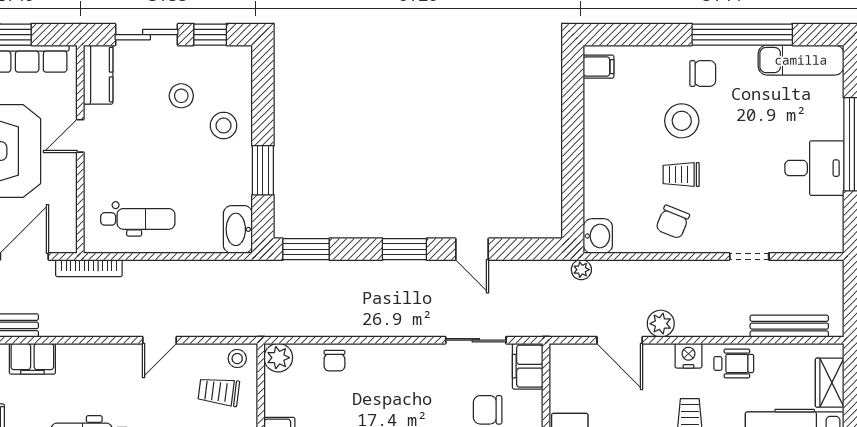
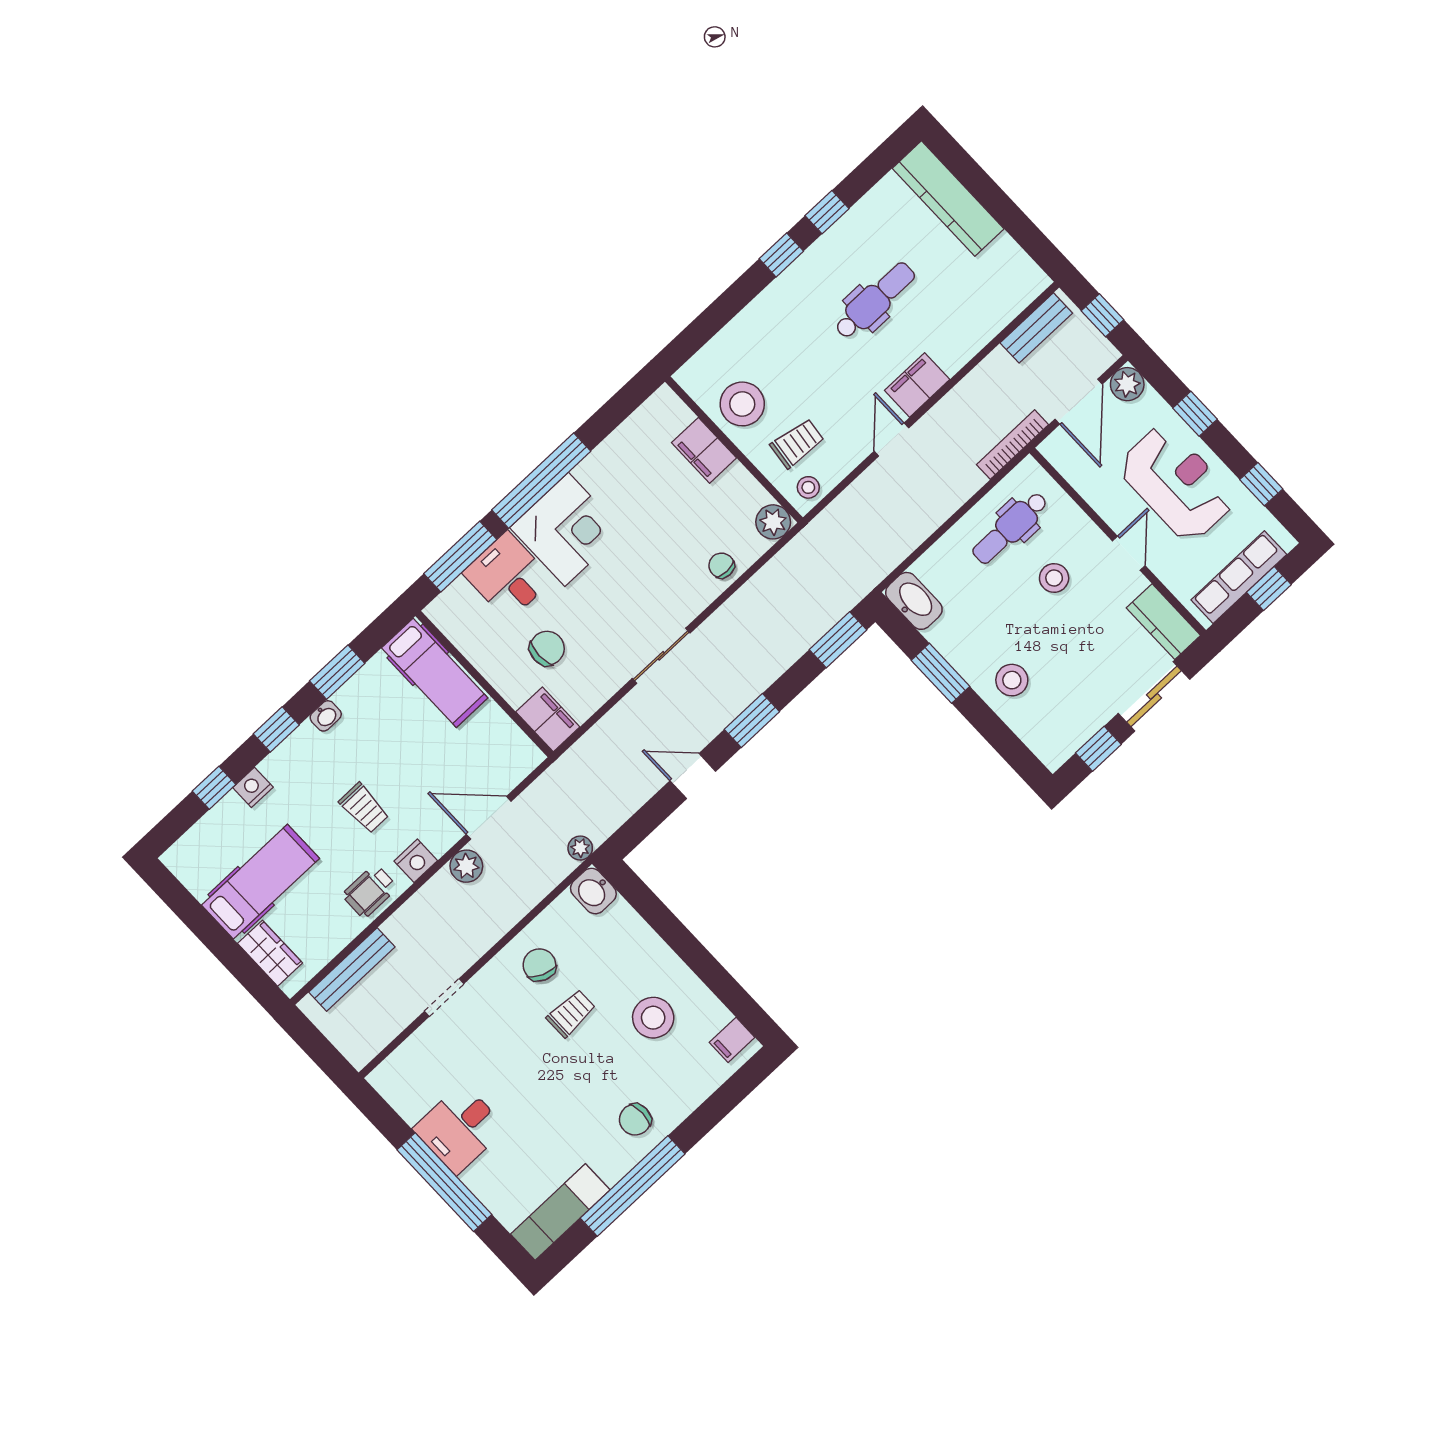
stool: (181, 96) -> (1054, 578), moved
stool: (682, 121) -> (653, 1018), moved
sliding door: (476, 340) -> (661, 656), moved
filing cabinet: (32, 359) -> (917, 385), moved

